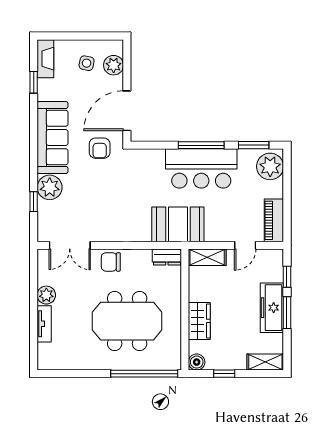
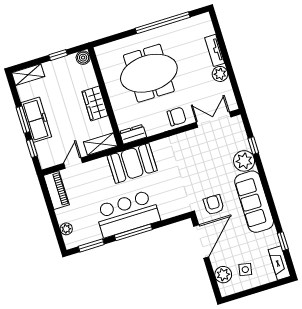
plant: (270, 166) -> (66, 229), width x0.53, depth x0.53
wardrobe: (199, 321) -> (95, 103), moved
window: (144, 374) -> (163, 23), moved

